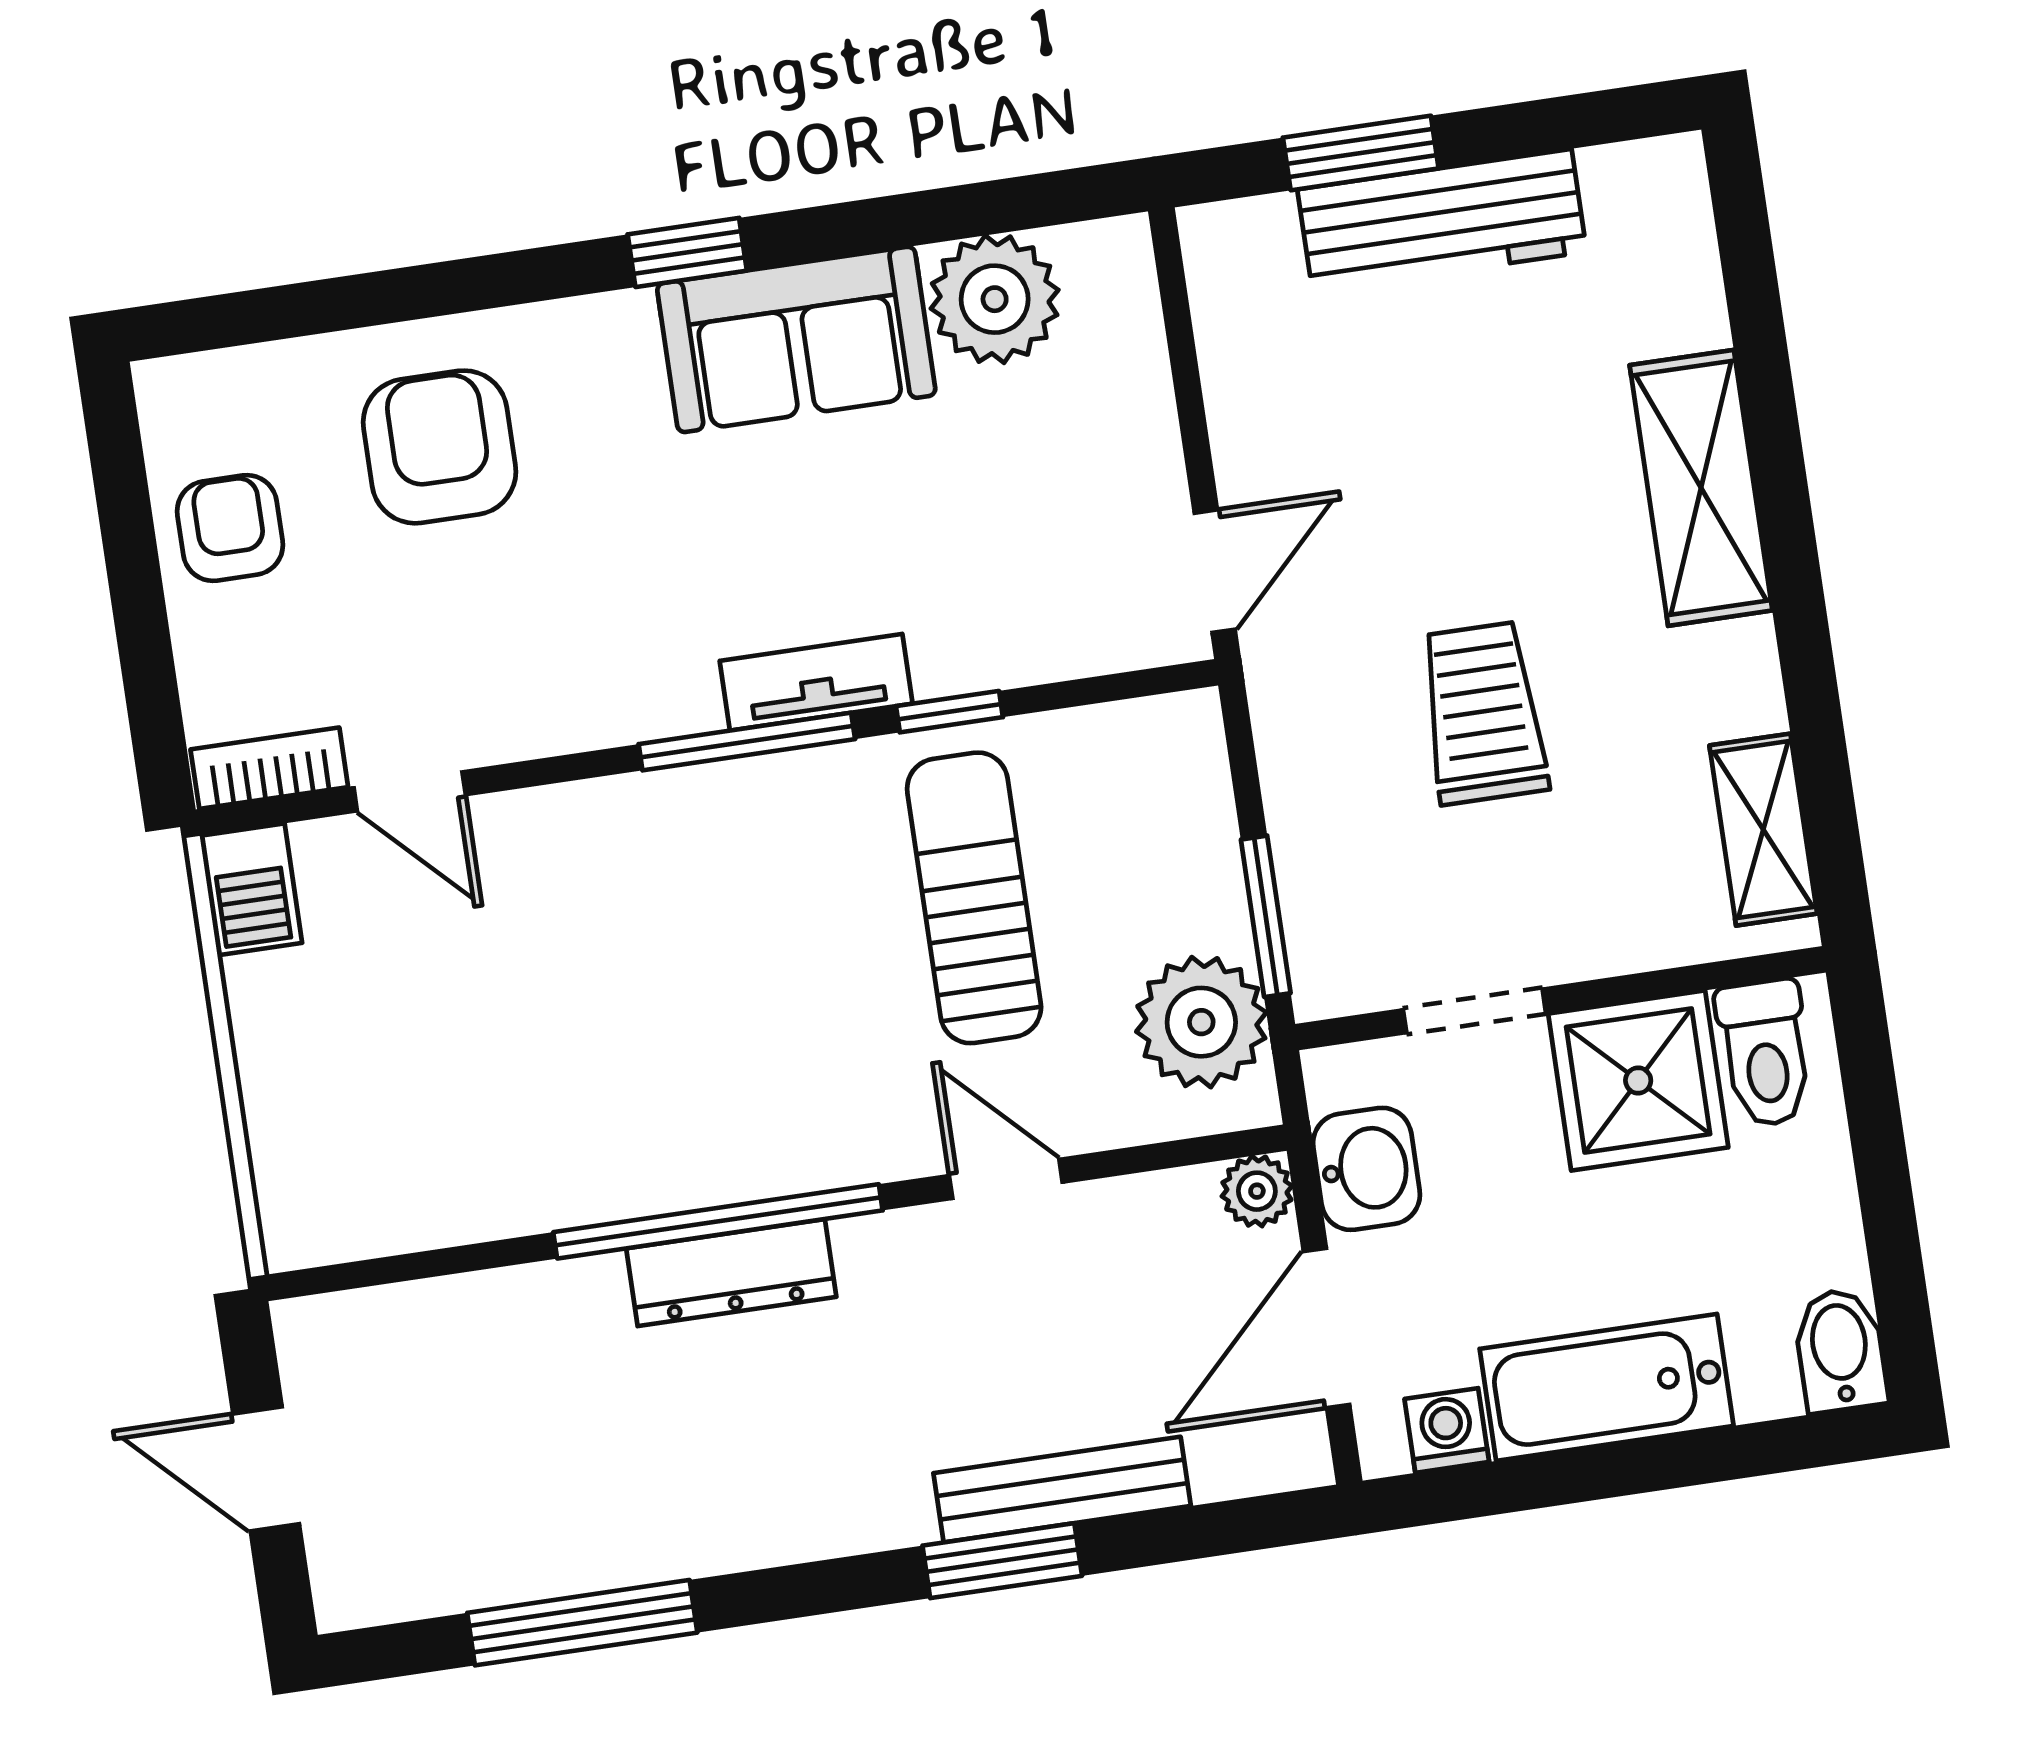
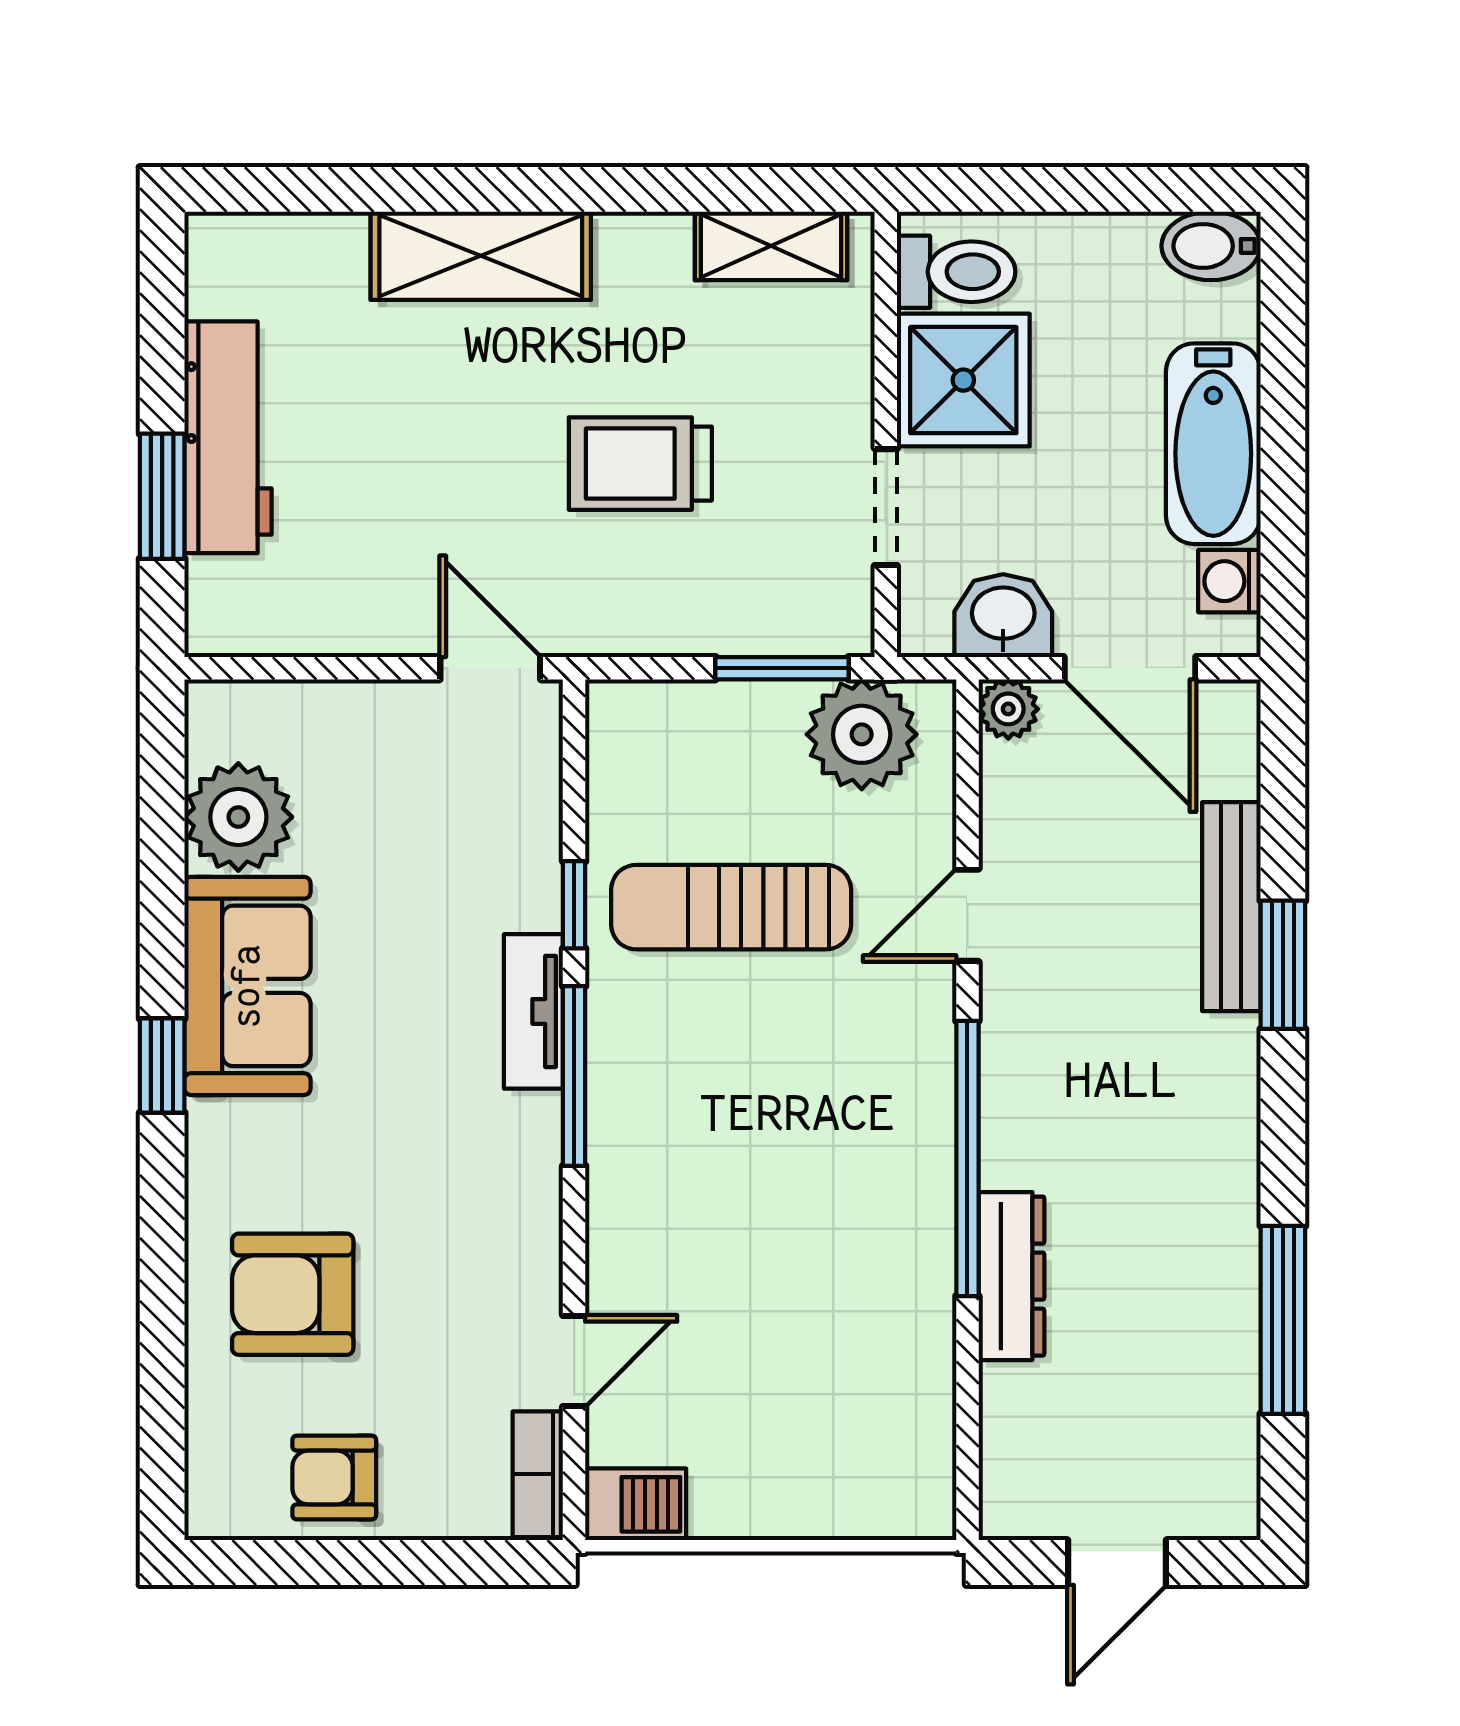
dresser: (731, 1273) -> (1011, 1276), moved

